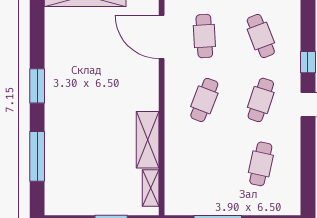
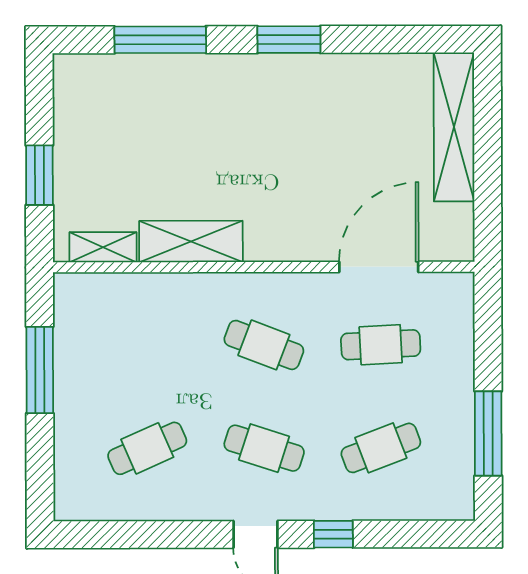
cafe table: (261, 164) -> (147, 448), turned -36

